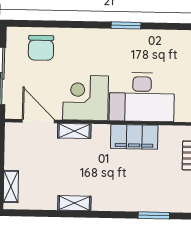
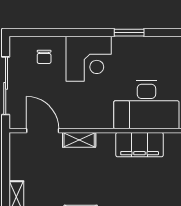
chair: (41, 48) -> (44, 57), width x0.54, depth x0.54
corner desk: (86, 98) -> (89, 59), moved, turned 180

